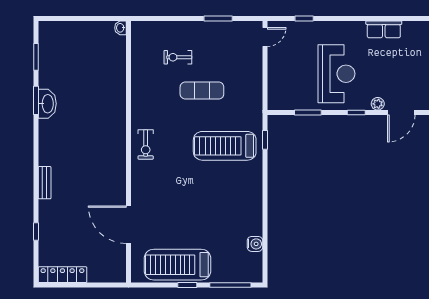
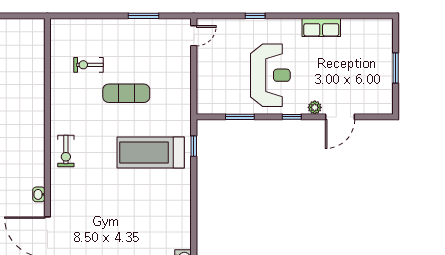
window: (304, 18) -> (255, 16), moved
washbasin: (120, 28) -> (39, 194), moved
exercise bike: (178, 57) -> (89, 65), moved

